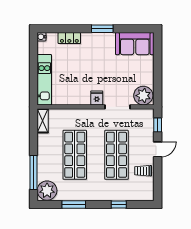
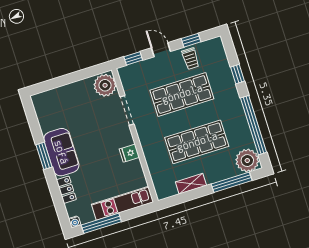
sofa: (135, 44) -> (61, 152), moved
window: (34, 58) -> (101, 223), added
fridge: (97, 98) -> (129, 153), moved
shelving: (43, 121) -> (191, 184), moved
window: (158, 176) -> (191, 40), added
window: (74, 205) -> (254, 125), width x2.11

